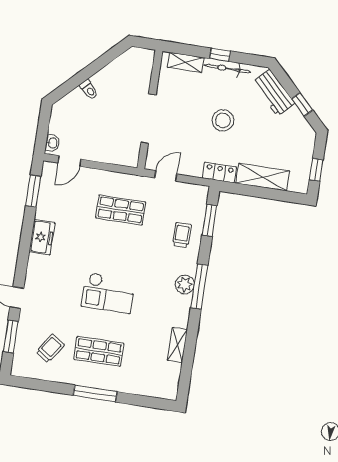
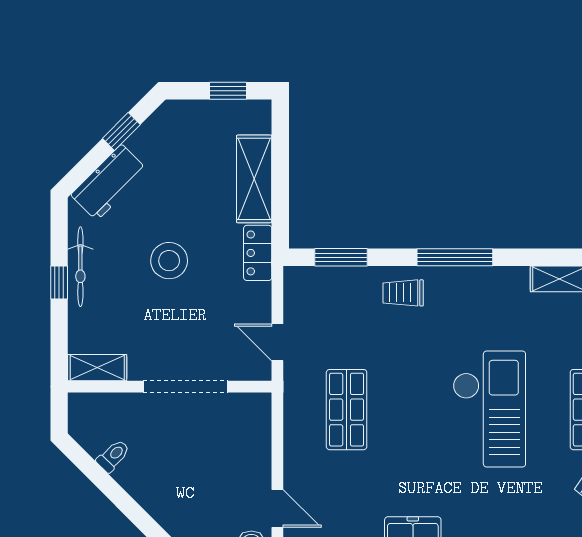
shelving: (186, 62) -> (97, 368), moved, turned 90
toilet: (89, 89) -> (113, 456), moved
trolley: (182, 235) -> (403, 293), moved
plant: (185, 285) -> (455, 282), removed
checkout: (108, 293) -> (489, 409), width x1.36, depth x1.21

